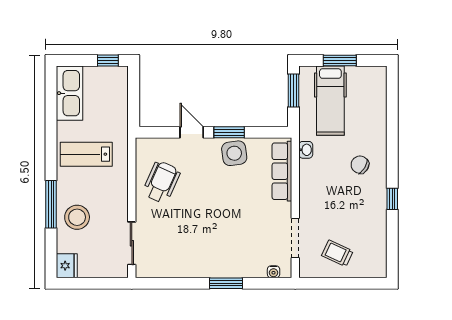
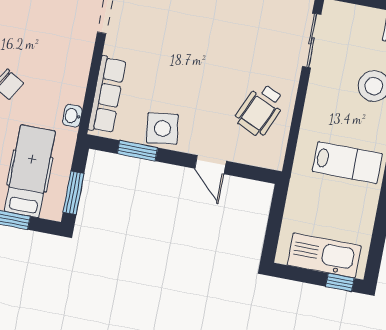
window: (108, 61) -> (340, 282), moved
kitchen sink: (69, 93) -> (324, 255), moved, turned 90
window: (229, 132) -> (137, 151), moved

